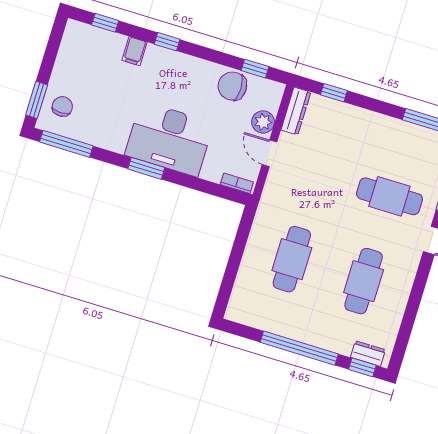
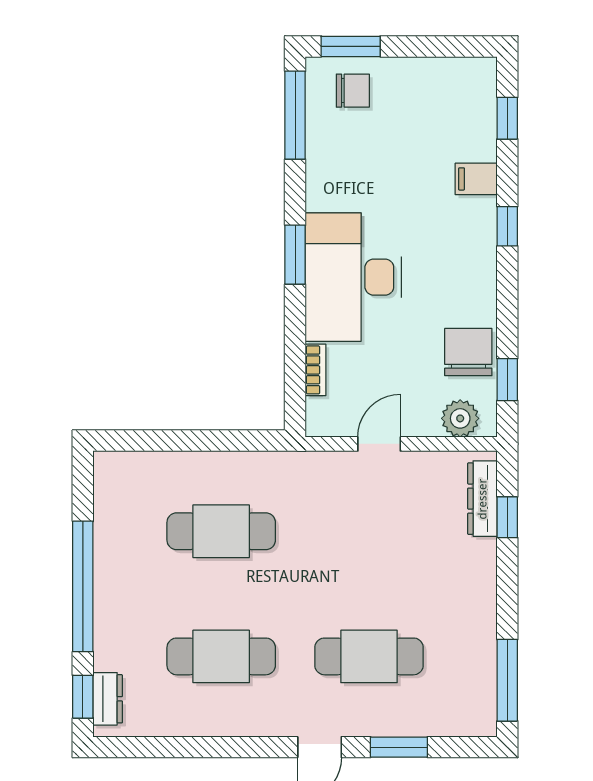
dresser: (296, 111) -> (482, 499), moved, turned 90
plant: (263, 122) -> (460, 418), moved
bookcase: (237, 183) -> (316, 370), moved
cafe table: (389, 196) -> (369, 656), turned 90

